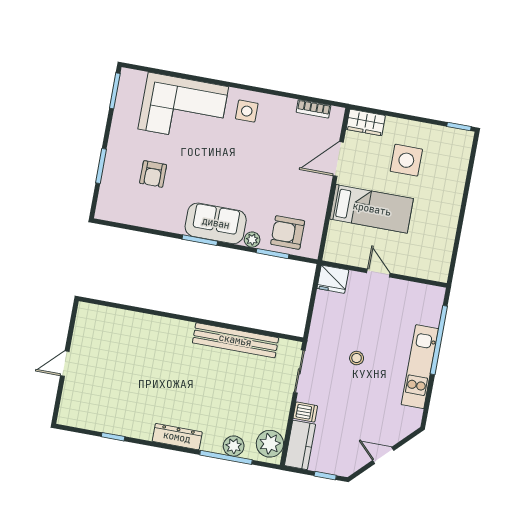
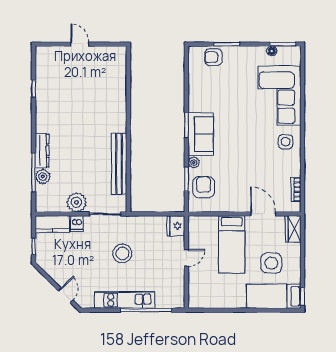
floor lamp: (121, 107) -> (272, 51), added
bed: (452, 165) -> (274, 296), added
armchair: (153, 174) -> (213, 57), moved
stool: (357, 358) -> (122, 253), width x1.89, depth x1.89
dresser: (177, 437) -> (42, 151), moved
plant: (270, 444) -> (76, 202), moved
door: (383, 455) -> (66, 295), moved

